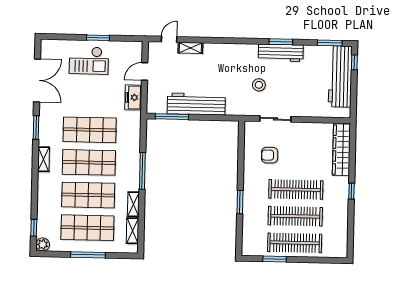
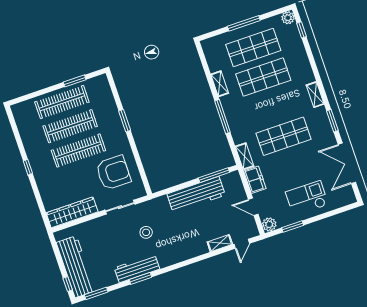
window: (98, 38) -> (293, 227), moved
plant: (135, 48) -> (269, 224), added
door: (145, 71) -> (253, 207), swing flipped
wardrobe: (341, 150) -> (72, 212), moved, turned -90
armchair: (270, 155) -> (113, 173), width x1.88, depth x1.88
shop shelf: (89, 162) -> (273, 107), removed
shelving: (133, 231) -> (245, 156), moved

